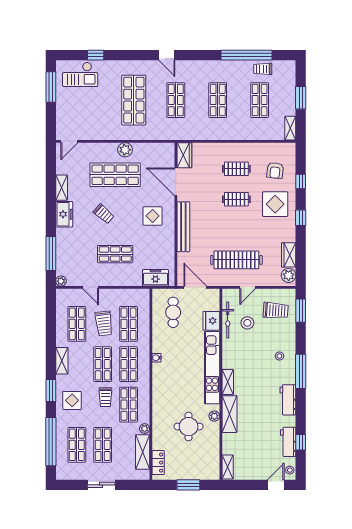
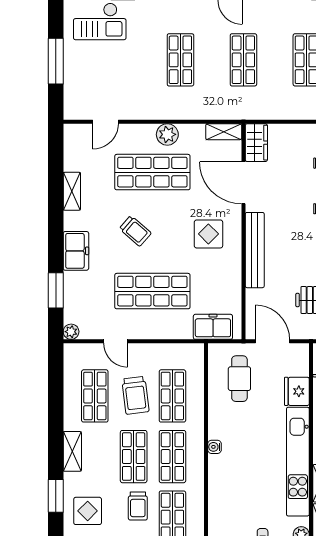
window: (51, 87) -> (56, 61), moved
shop shelf: (134, 100) -> (180, 60), width x0.70, depth x0.74
door: (69, 141) -> (105, 122), moved
shelving: (163, 148) -> (224, 132), added
freezer: (64, 214) -> (76, 251), moved
window: (51, 254) -> (56, 290), width x0.69
shop shelf: (115, 254) -> (152, 291), width x1.43, depth x1.36

